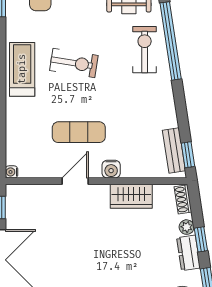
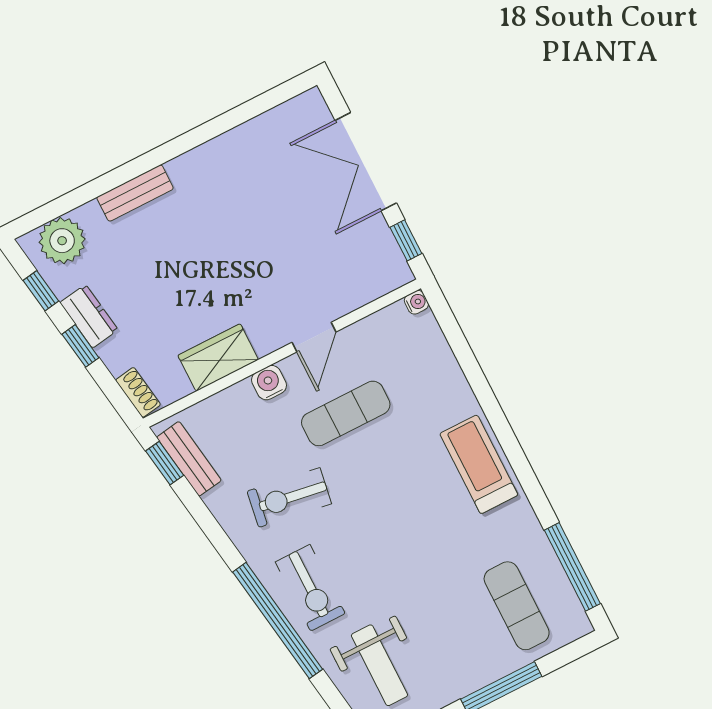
exercise bike: (74, 63) -> (289, 497), moved
treadmill: (22, 69) -> (479, 464), turned 180
plant: (187, 227) -> (111, 354), removed

